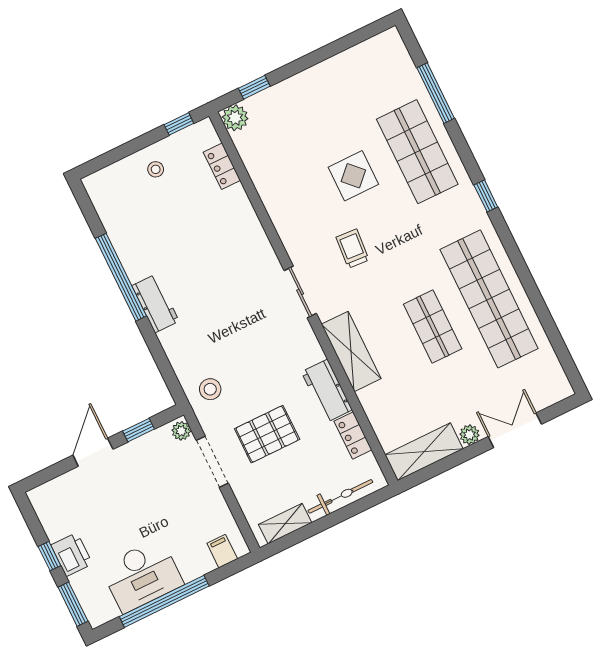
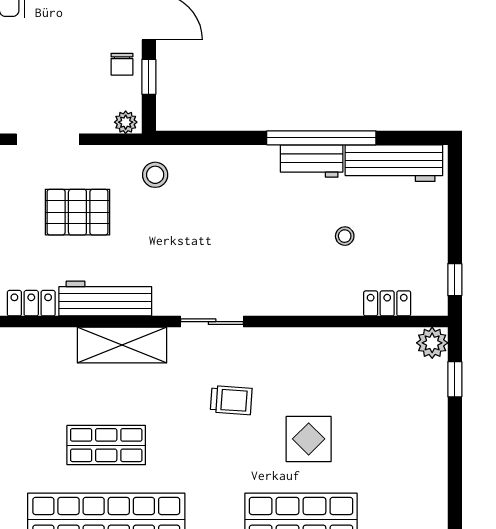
stool: (156, 169) -> (345, 236), moved
workbench: (113, 213) -> (394, 163), added
workbench: (155, 303) -> (312, 161), moved
workbench: (327, 391) -> (105, 299), width x1.38
pallet: (267, 434) -> (77, 212), turned 90
chair: (139, 455) -> (122, 64), added
doorway: (212, 462) -> (48, 139), moved

